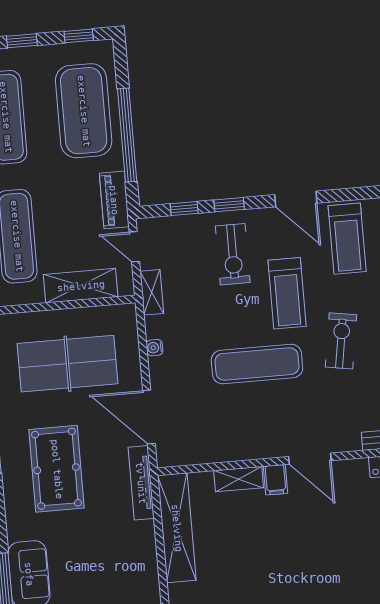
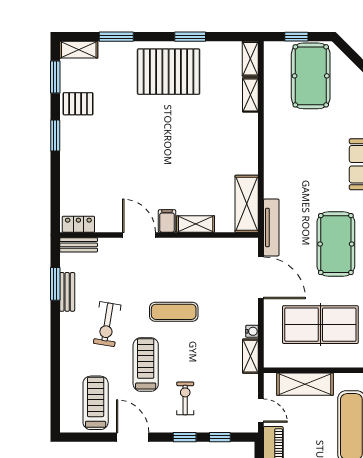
exercise bike: (233, 254) -> (185, 398), width x0.73, depth x0.72
shelving: (152, 292) -> (250, 356), moved
exercise mat: (257, 364) -> (174, 312), width x0.73, depth x0.69
shelving: (177, 528) -> (247, 204), width x0.68

